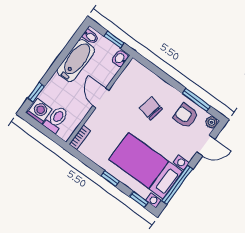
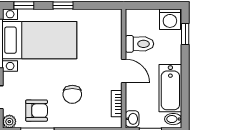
chair: (151, 109) -> (72, 94), turned 79
toilet: (56, 119) -> (140, 44), moved, turned -90
bookcase: (80, 138) -> (117, 104), moved

